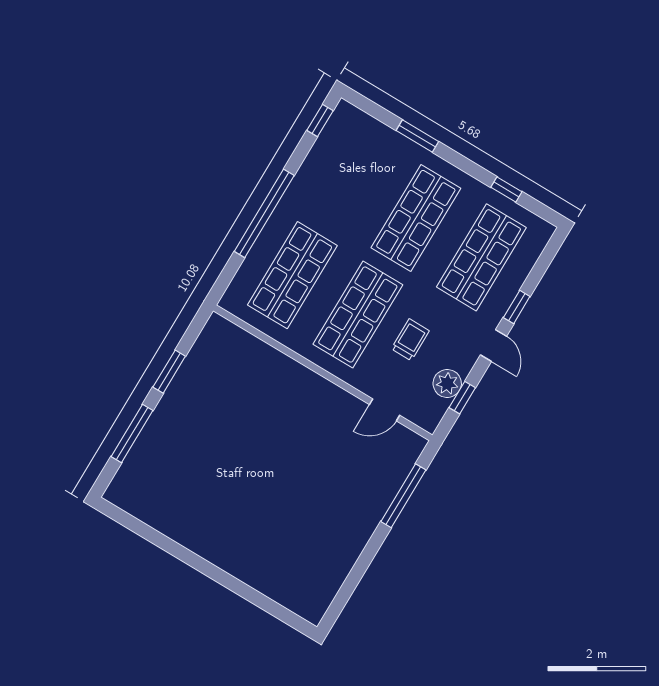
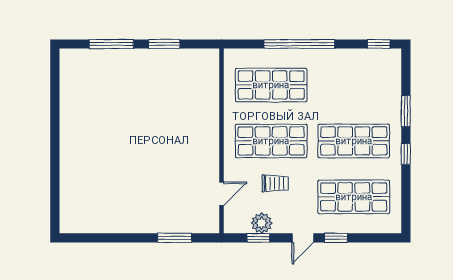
window: (506, 189) -> (406, 154), moved
door: (385, 410) -> (221, 194), swing flipped
window: (403, 496) -> (175, 238), width x0.69

